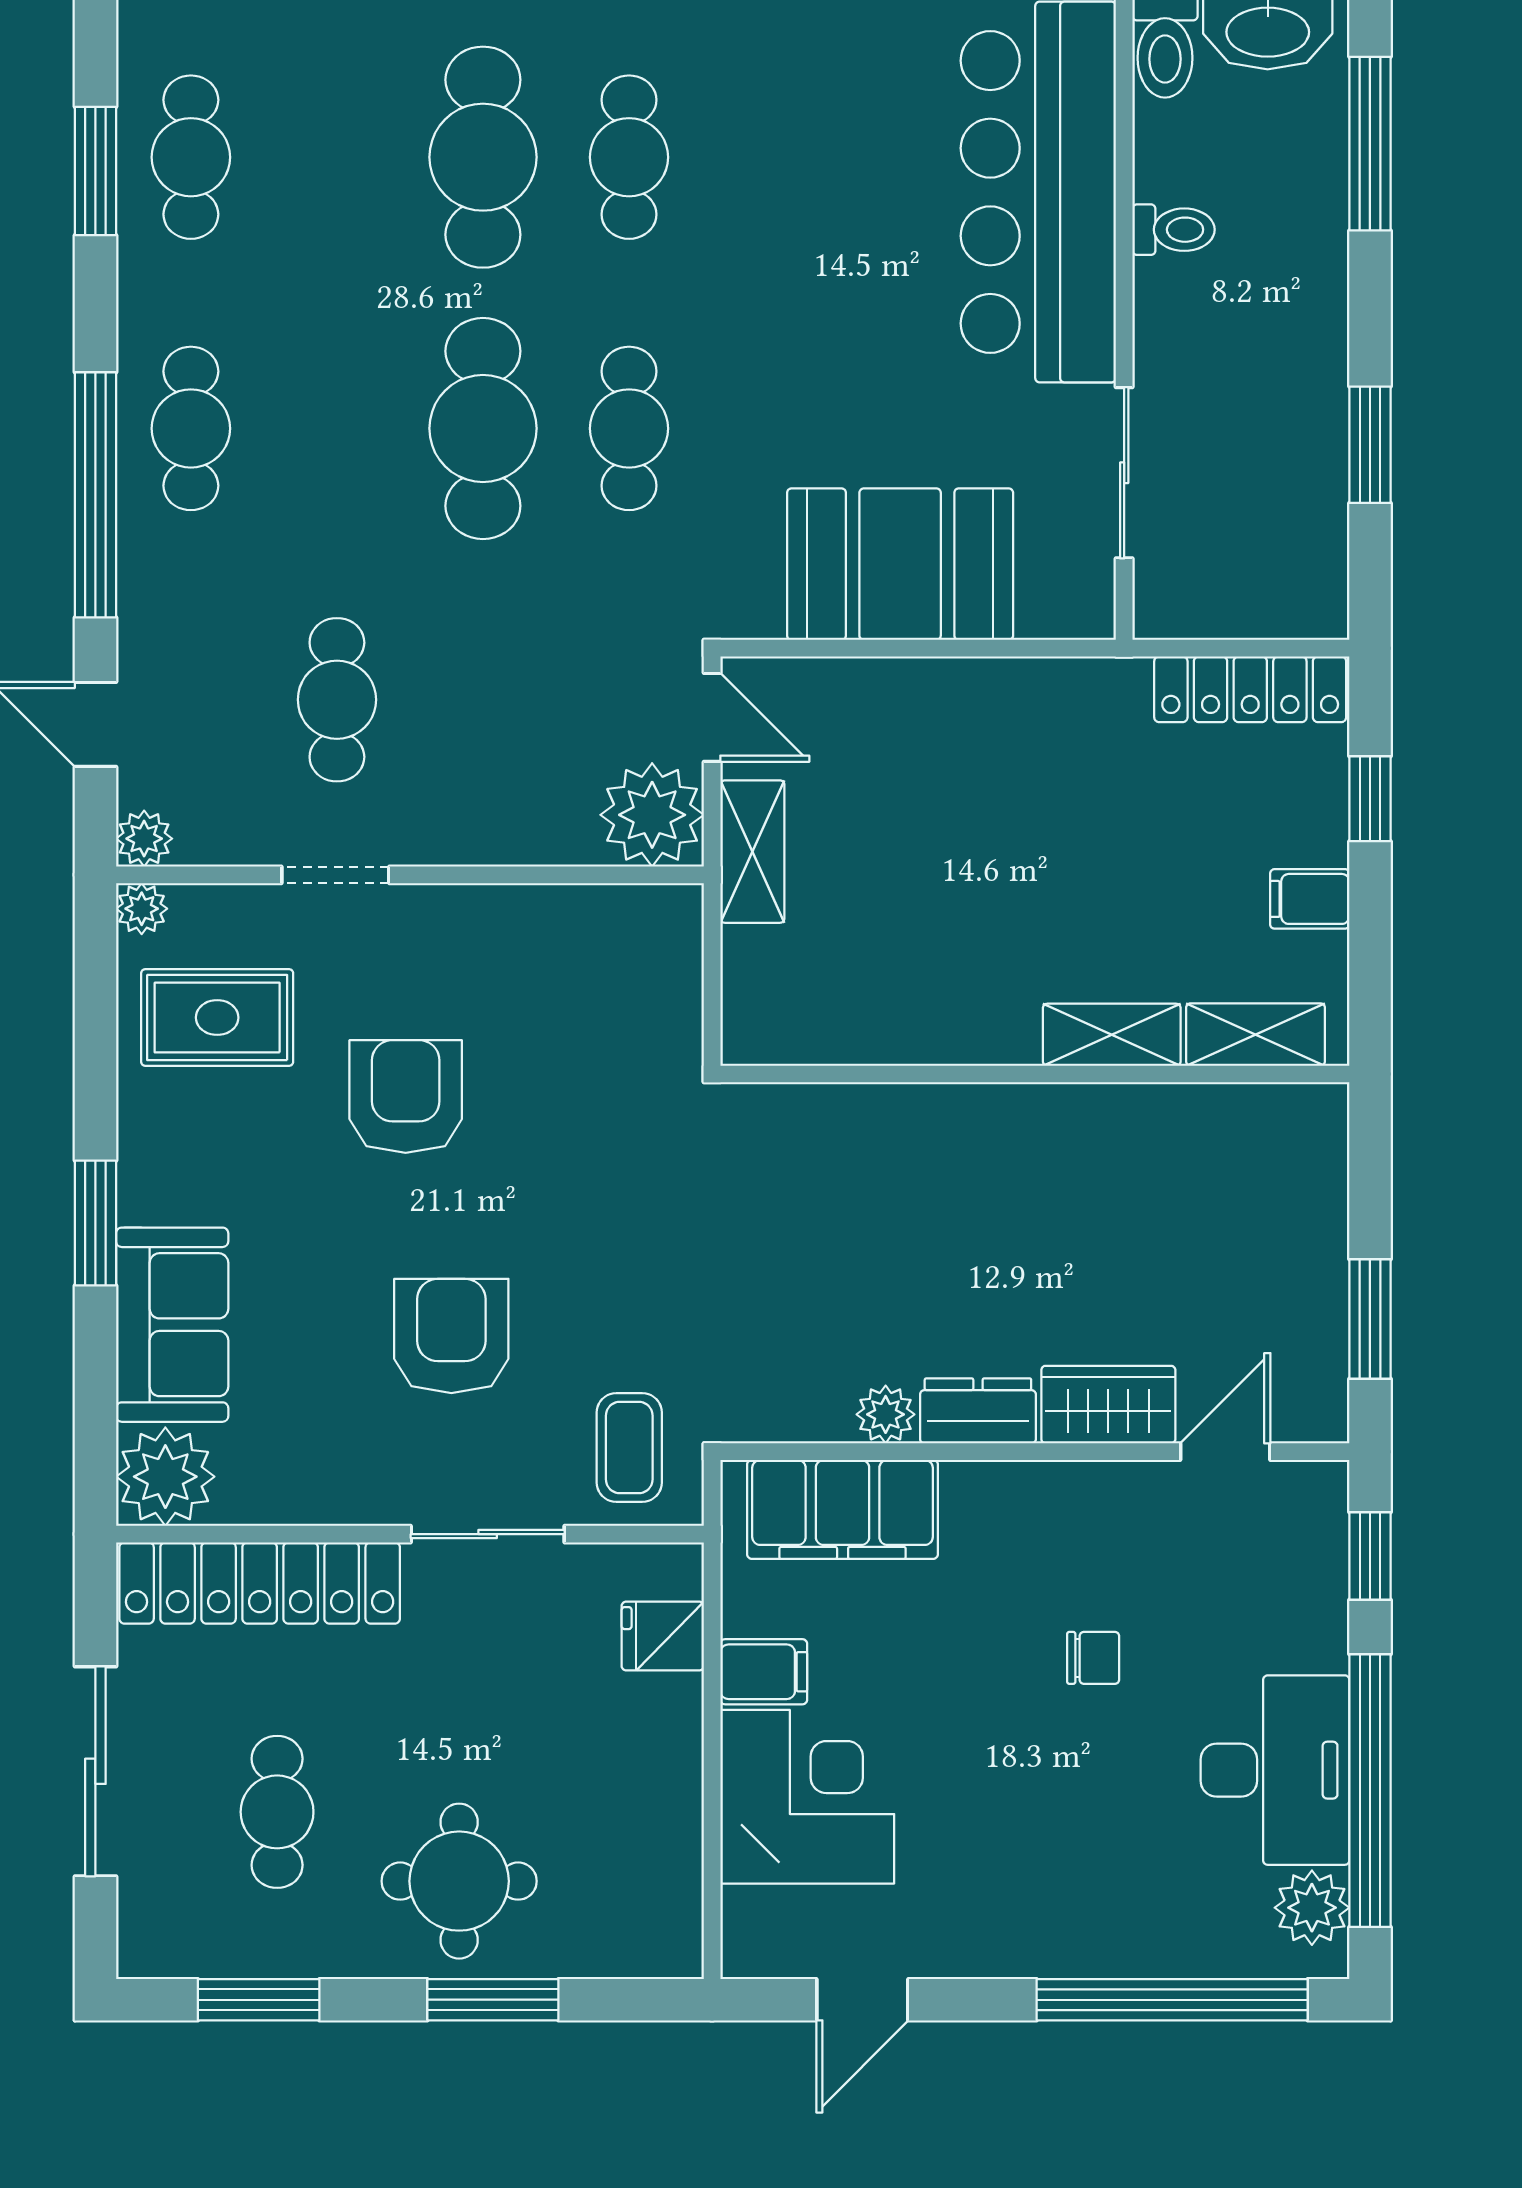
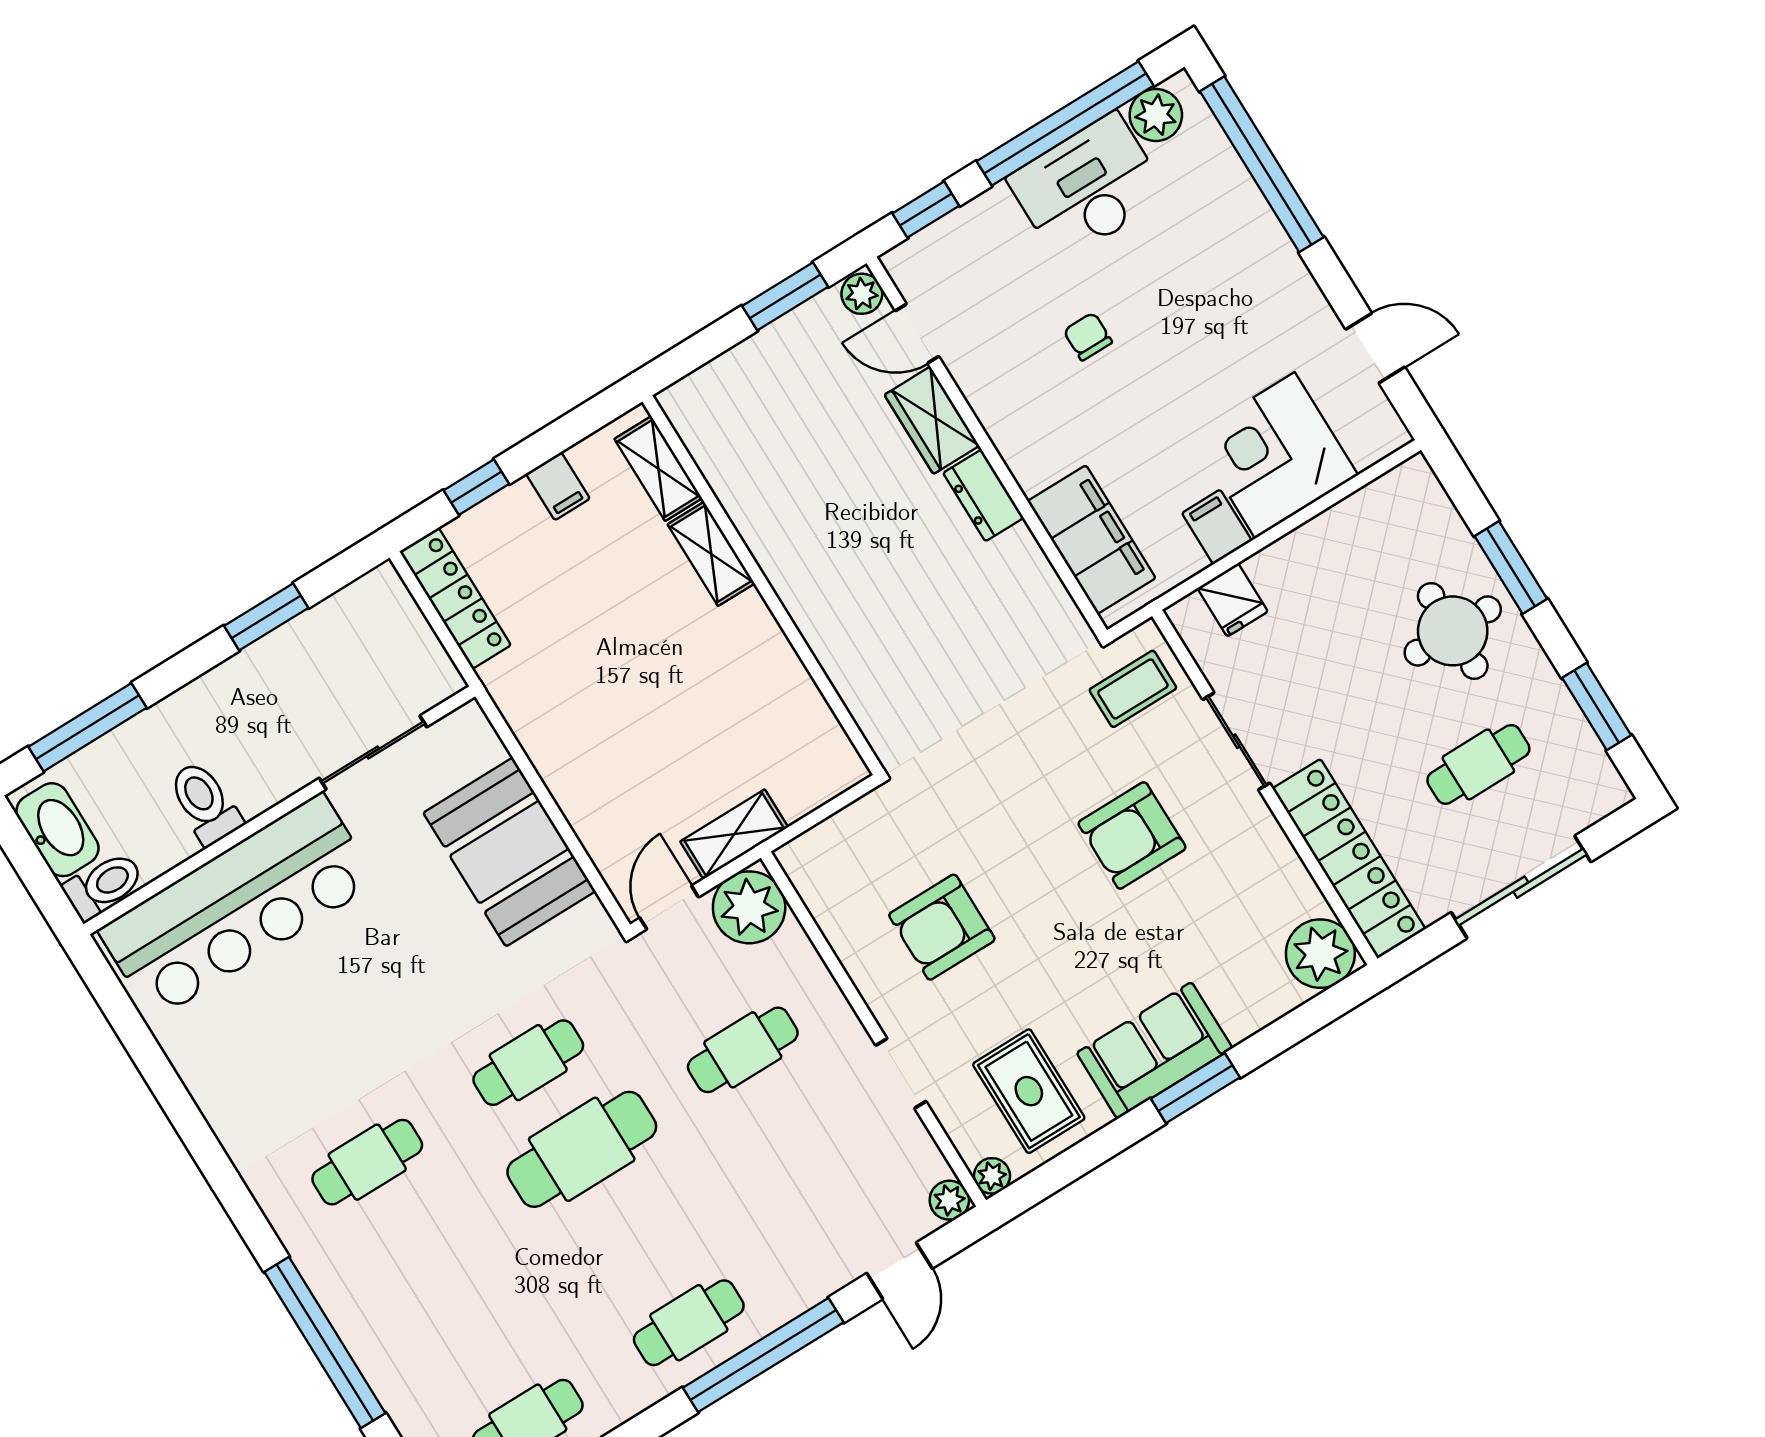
cafe table: (483, 157) -> (421, 1249), removed
toilet: (1174, 230) -> (205, 803), width x1.37, depth x1.39
cafe table: (337, 700) -> (743, 1050), moved
armchair: (406, 1097) -> (942, 927), moved
sofa: (172, 1325) -> (1154, 1050), moved
plant: (886, 1414) -> (862, 294), moved

